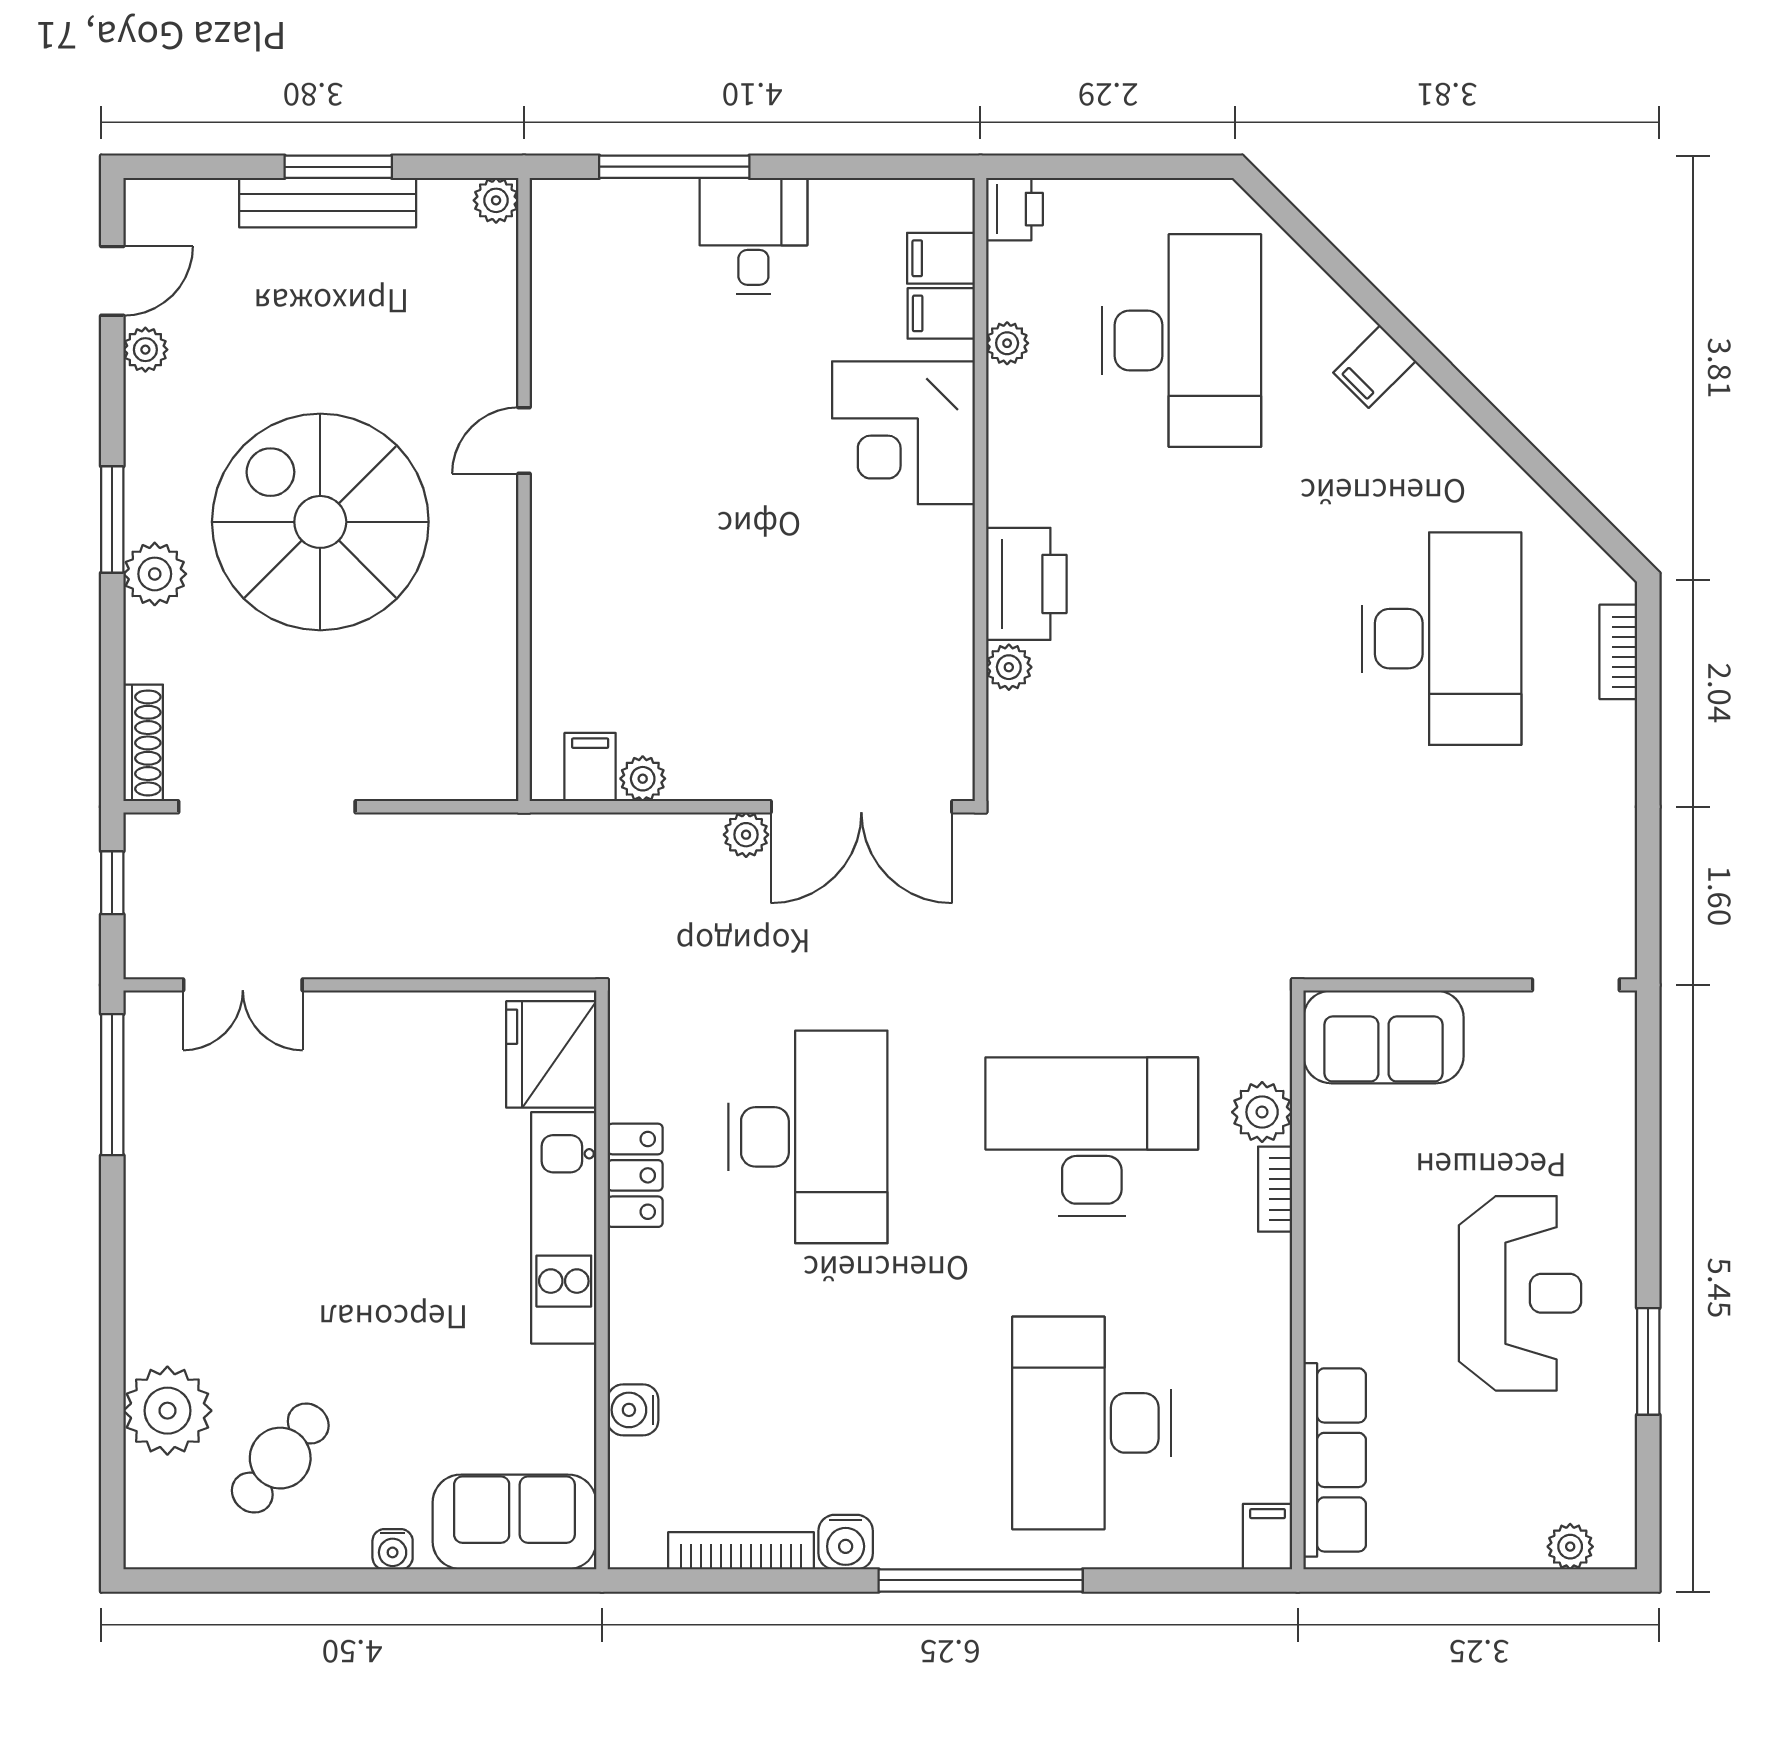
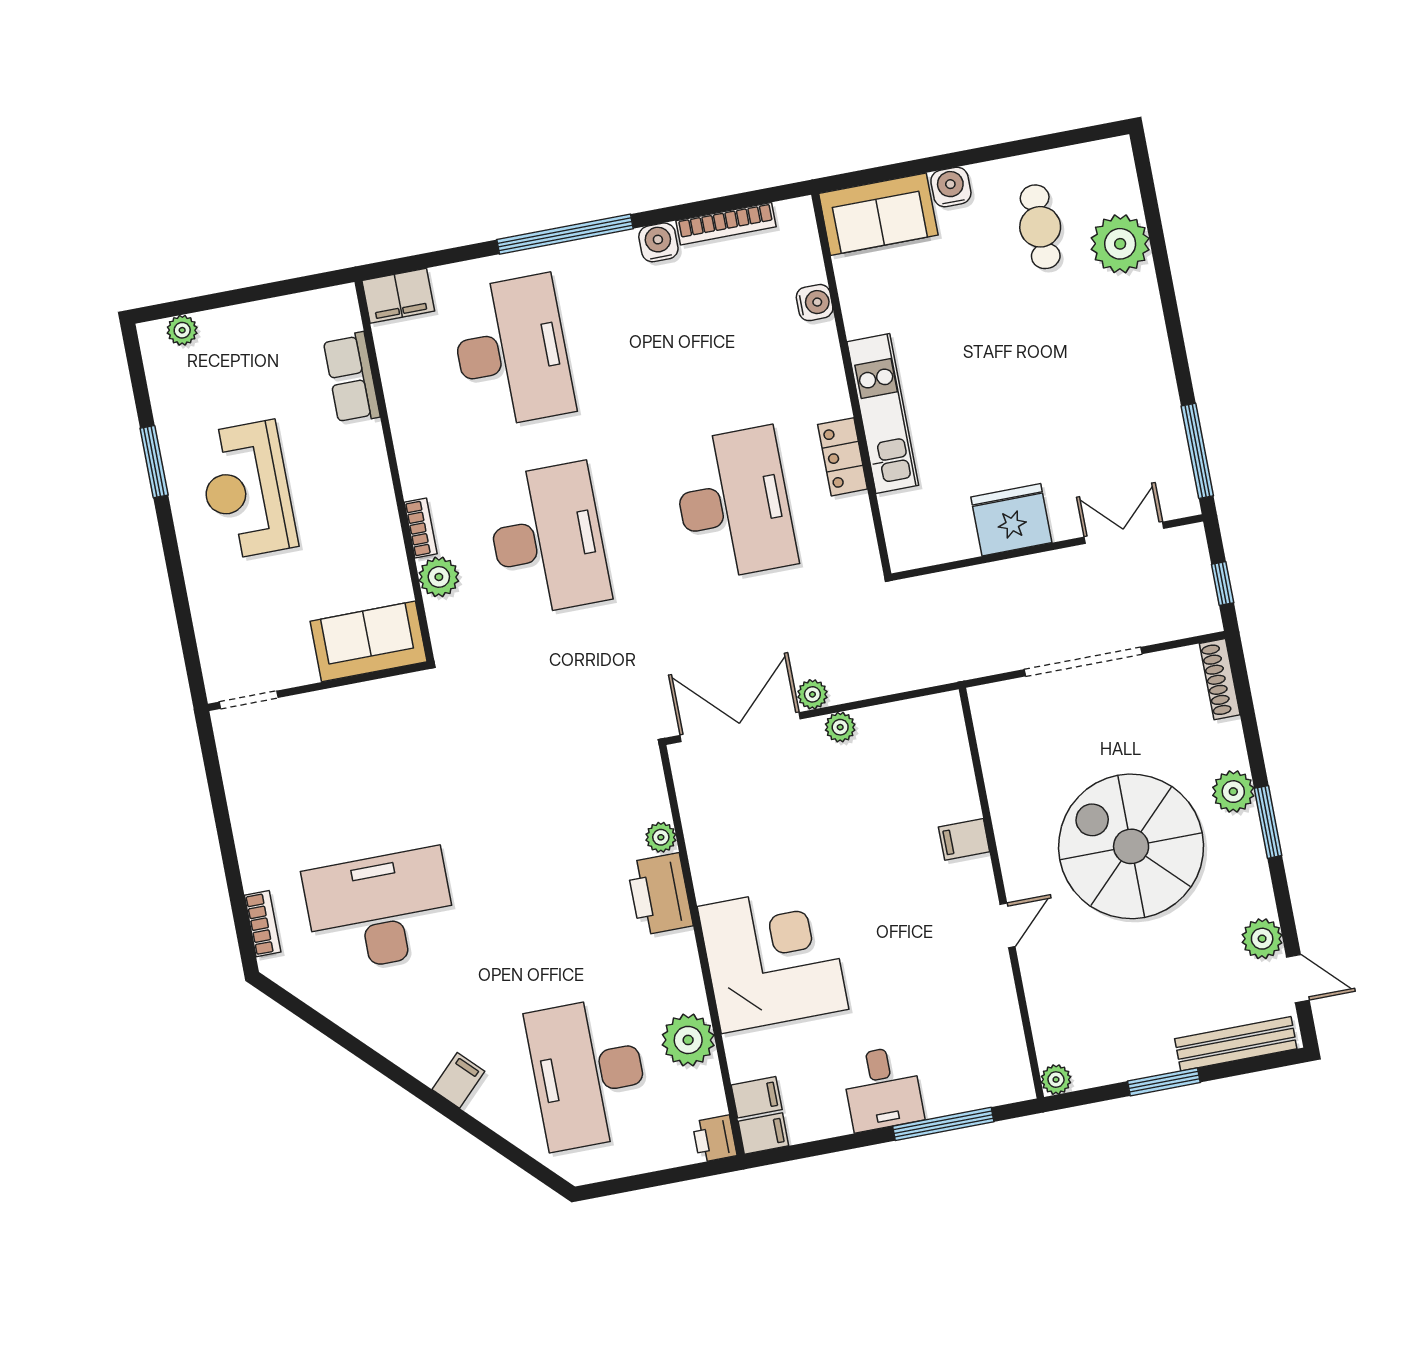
bench: (328, 203) -> (1236, 1044), moved
door: (112, 281) -> (1298, 979), swing flipped
filing cabinet: (941, 313) -> (763, 1133), moved
plant: (1007, 343) -> (688, 1040), width x1.88, depth x1.88
plant: (145, 350) -> (1262, 939), width x1.38, depth x1.38
corner desk: (904, 433) -> (773, 958), width x1.36, depth x1.36
spiral stairs: (320, 522) -> (1131, 846), turned 180
desk: (1442, 639) -> (380, 910), turned 90
filing cabinet: (590, 767) -> (964, 839), moved, turned 90
plant: (643, 779) -> (840, 727), moved
doorway: (267, 807) -> (1083, 662), moved
fridge: (551, 1054) -> (1011, 520), moved, turned -90
desk: (808, 1137) -> (734, 504), turned 180
desk: (1092, 1137) -> (548, 539), turned -90
cafe table: (280, 1458) -> (1040, 227), turned -39
row of seats: (1335, 1460) -> (352, 378), width x0.68
filing cabinet: (1268, 1537) -> (398, 296), width x2.00
water cooler: (393, 1549) -> (951, 187), width x1.38, depth x1.38

